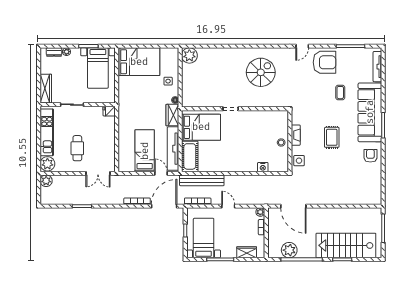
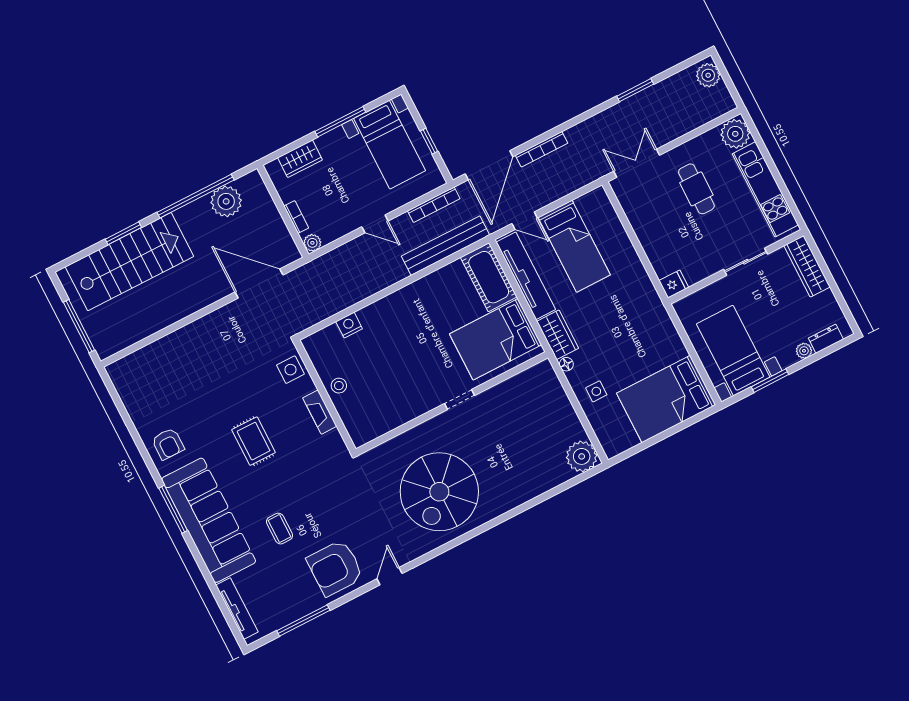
spiral stairs: (261, 72) -> (439, 492), width x1.37, depth x1.37
plant: (46, 181) -> (708, 75), moved

